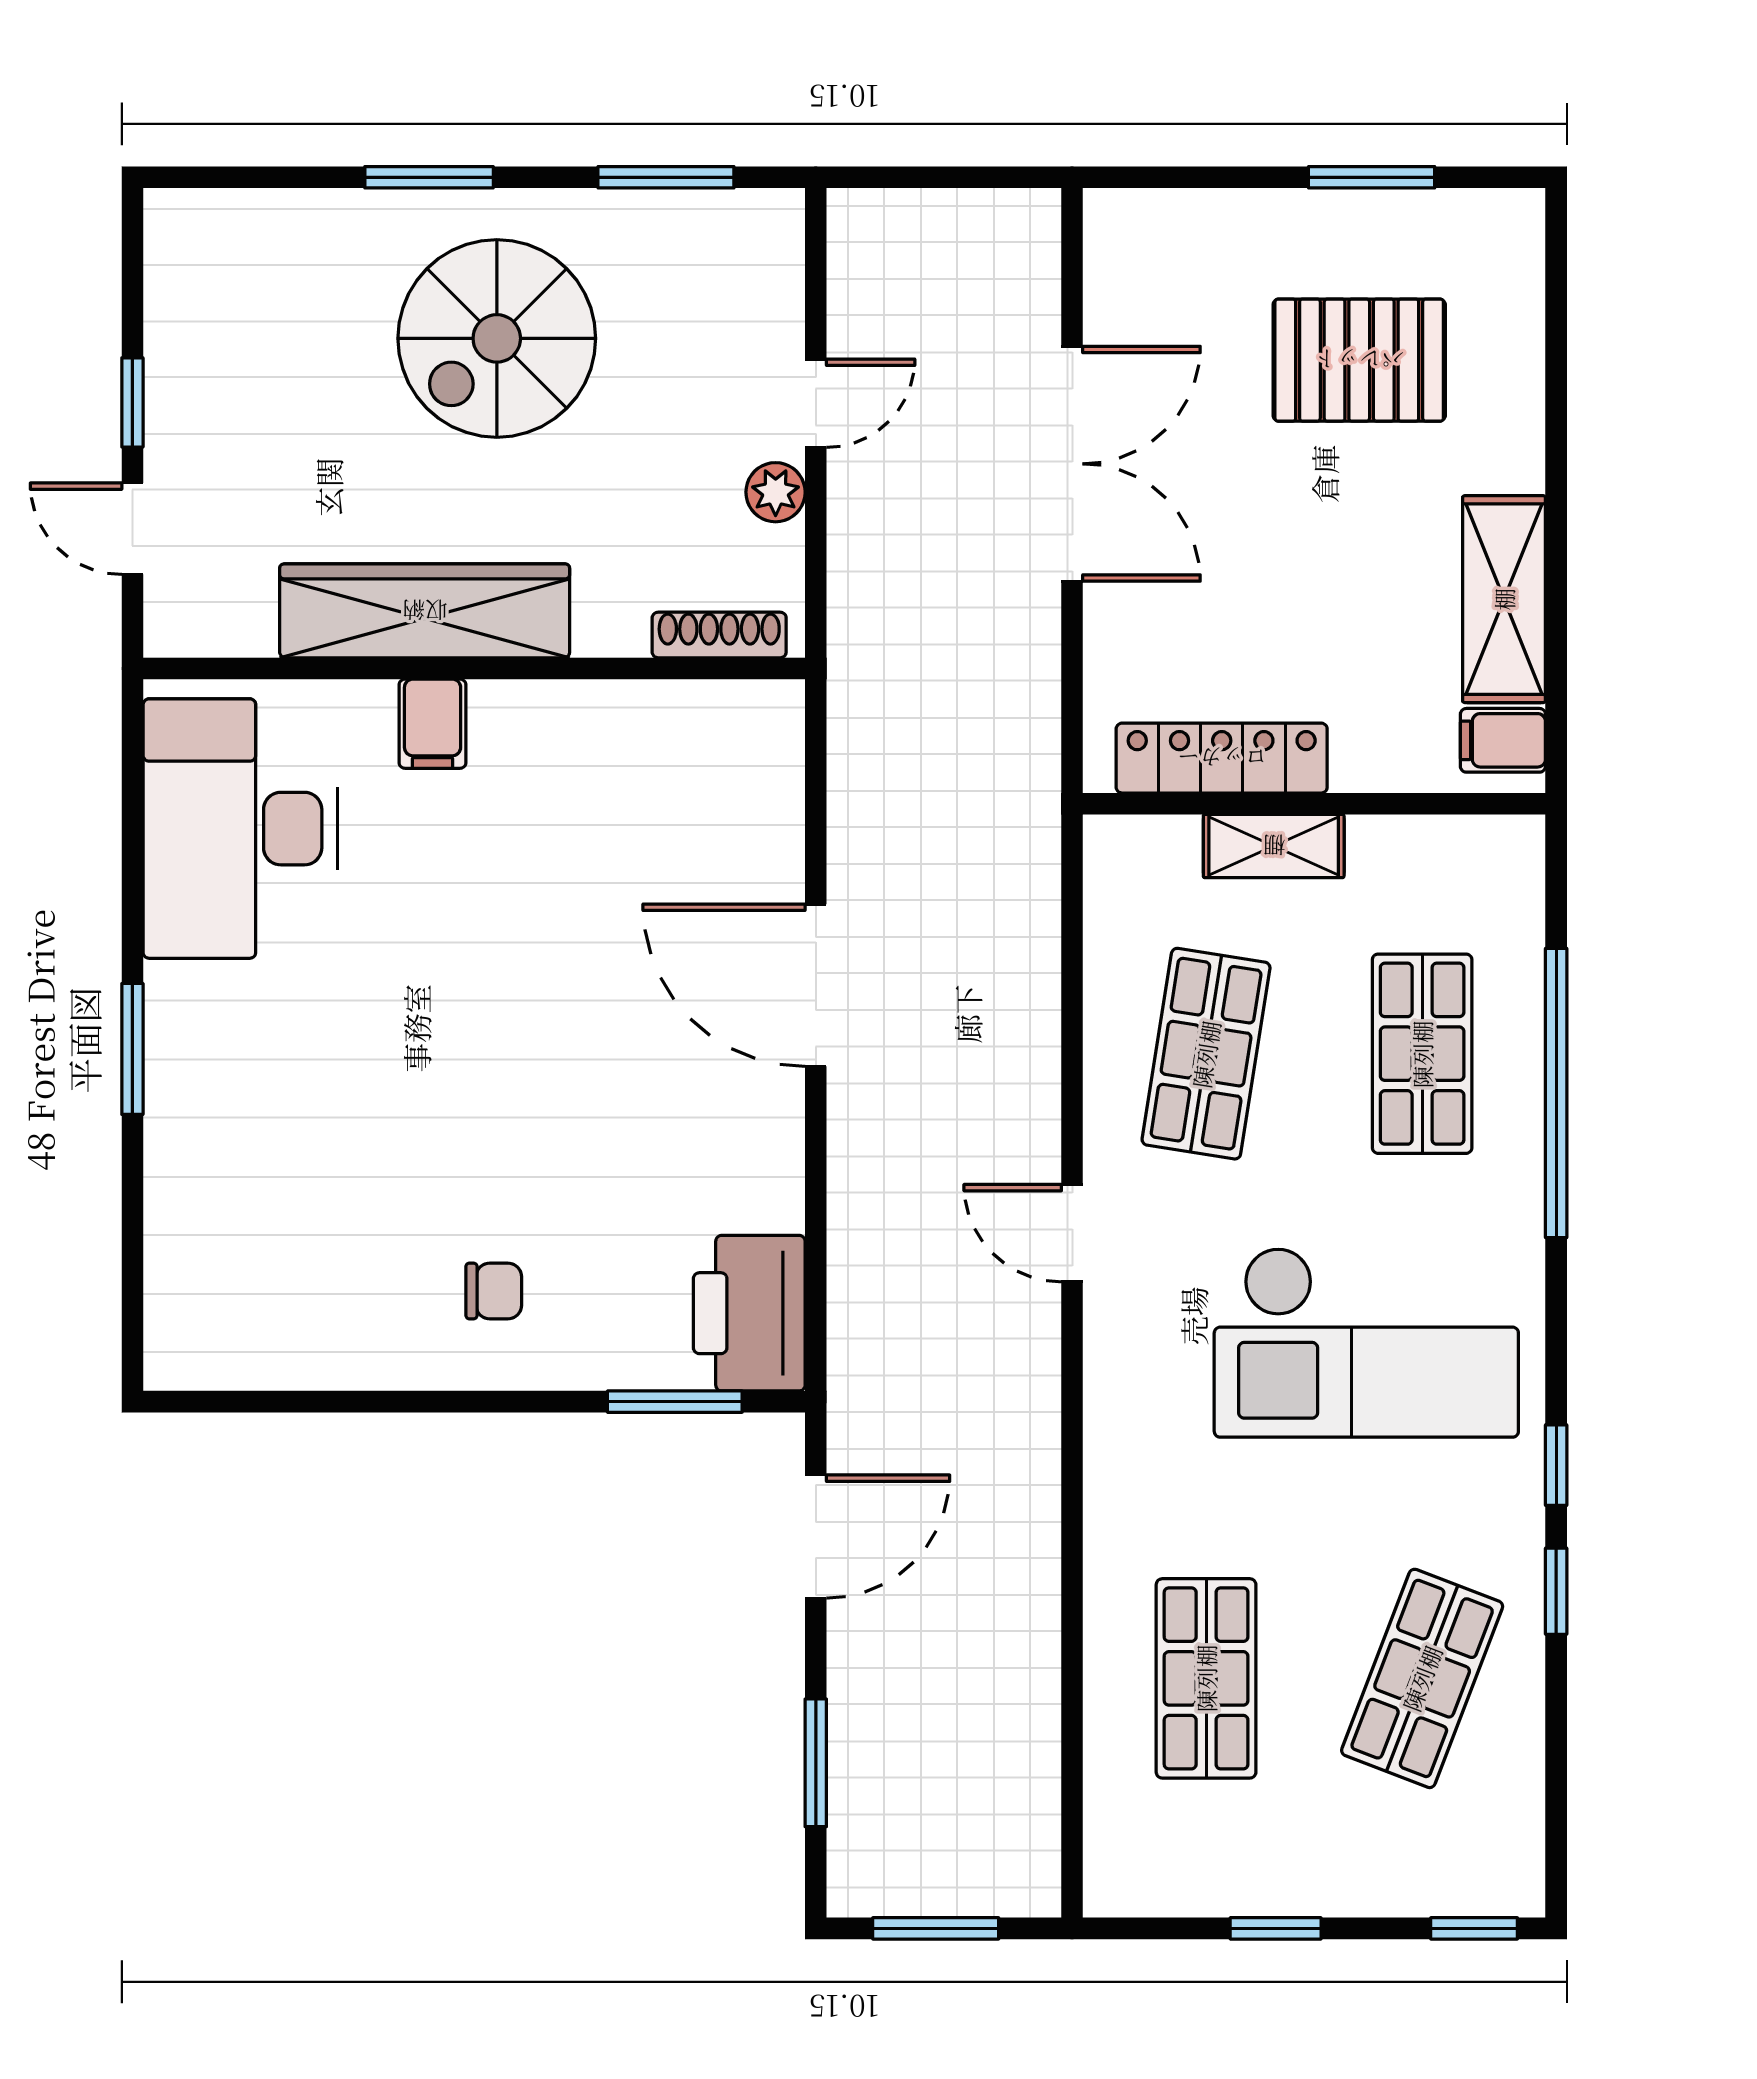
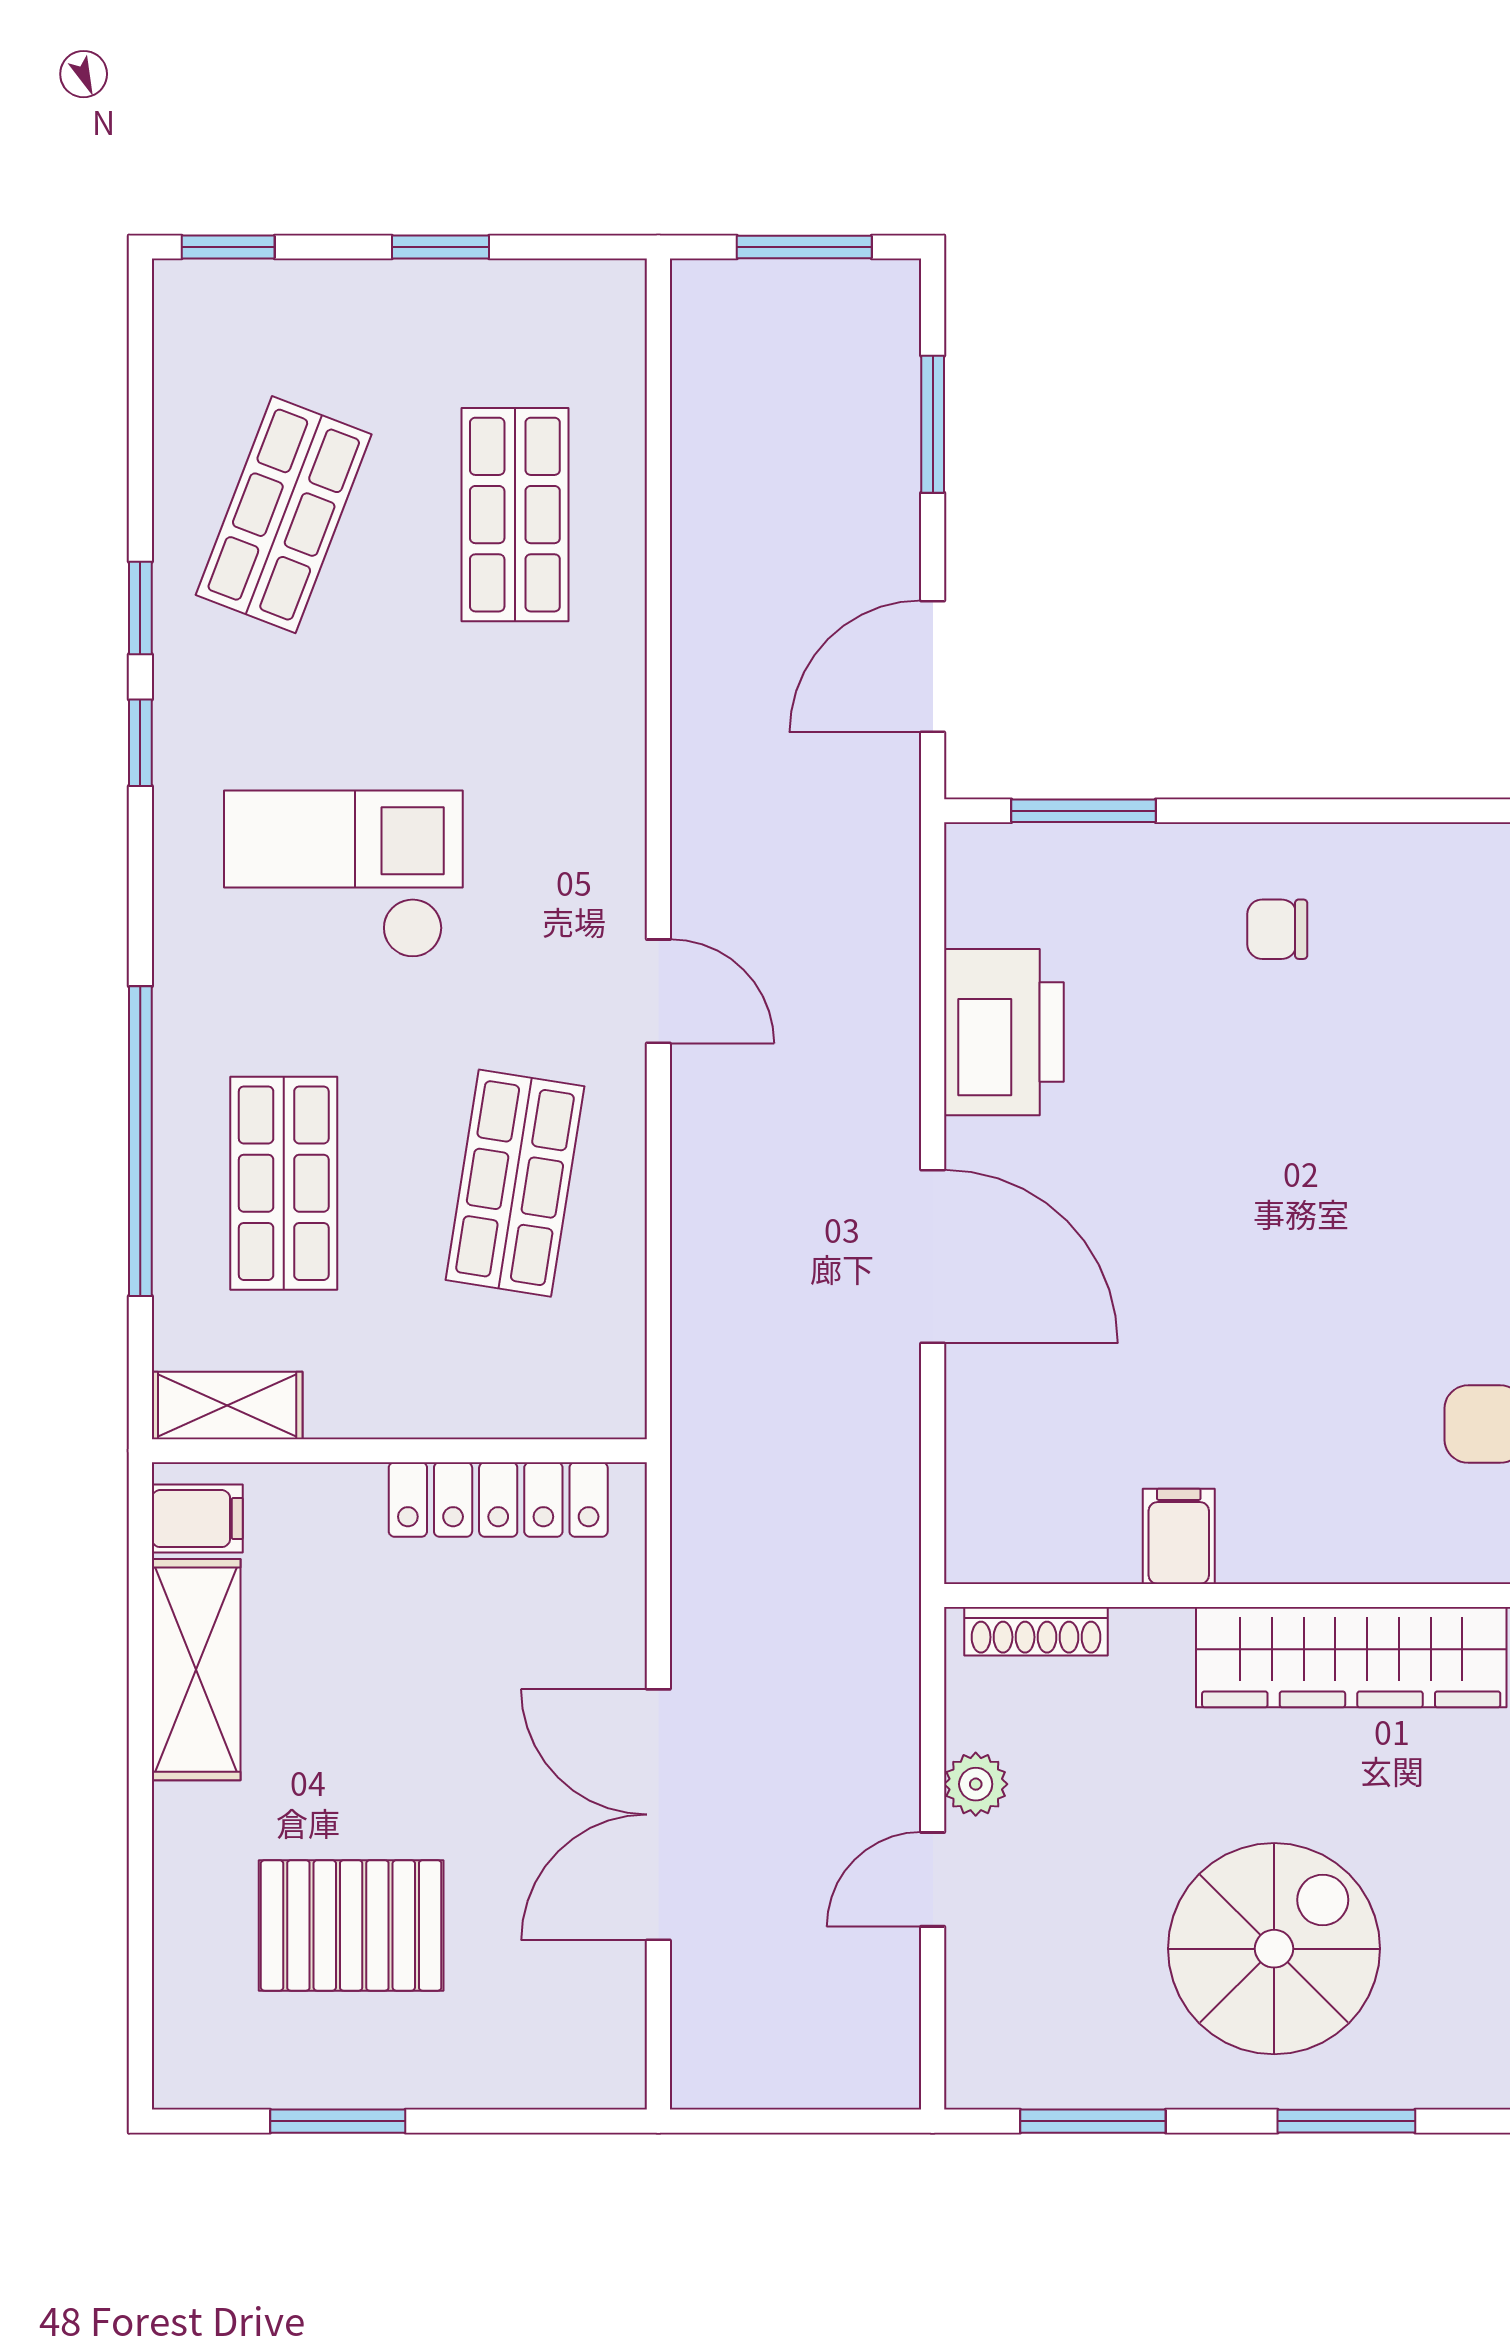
filing cabinet: (433, 724) -> (1179, 1536), moved
shelving: (1274, 846) -> (227, 1405), moved
printer: (749, 1313) -> (1004, 1032), moved
checkout: (1366, 1342) -> (343, 874), width x0.73, depth x0.83

